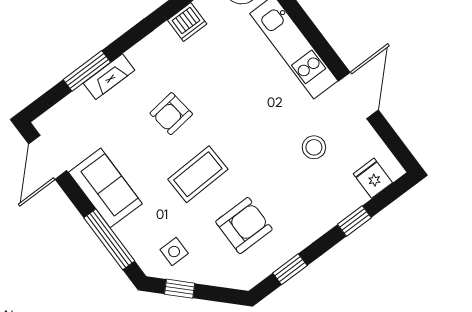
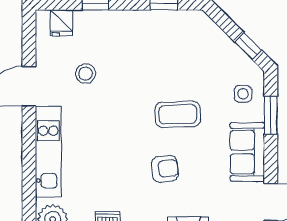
armchair: (244, 225) -> (173, 56), removed
window: (109, 239) -> (271, 115), width x0.69
side table: (174, 252) -> (243, 94), moved

